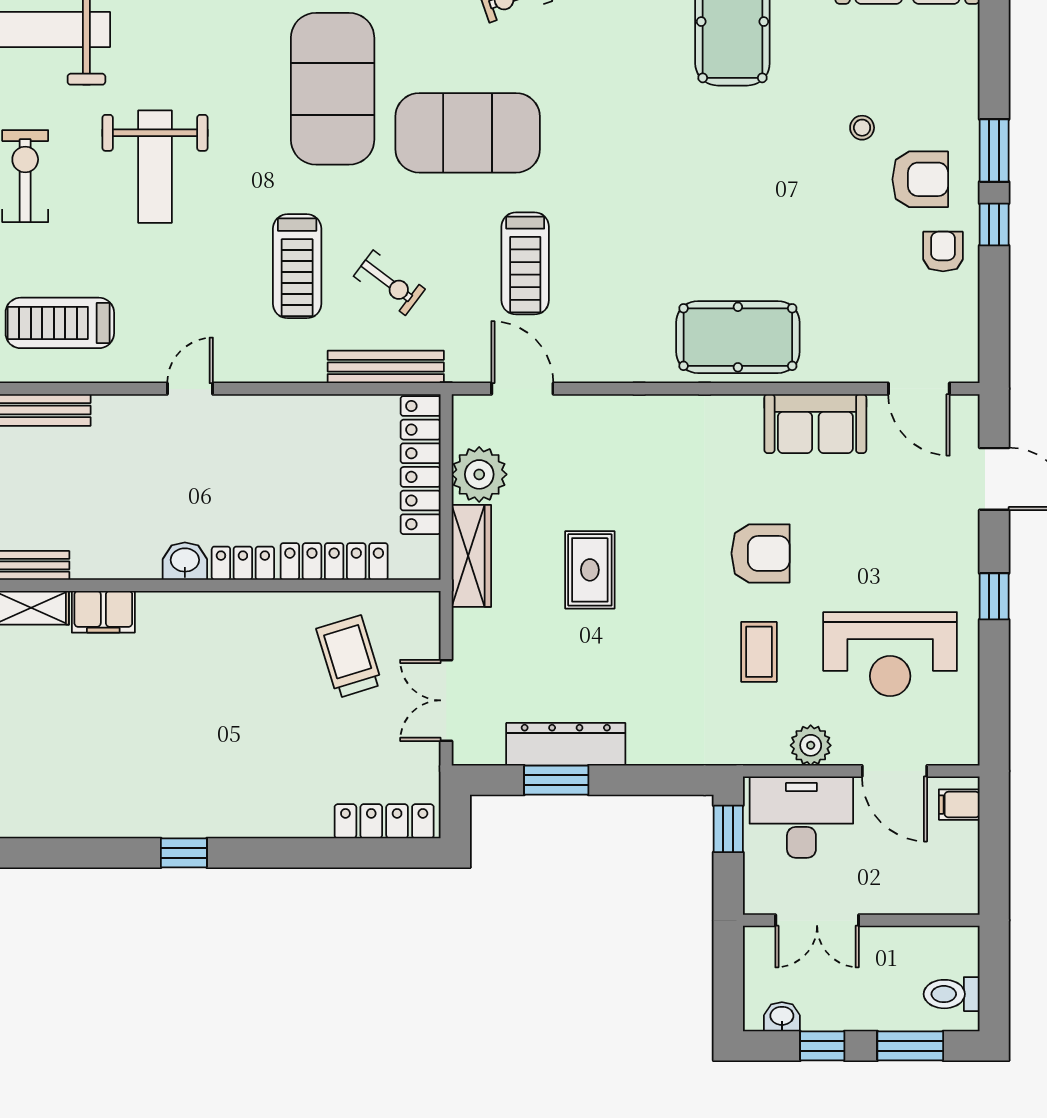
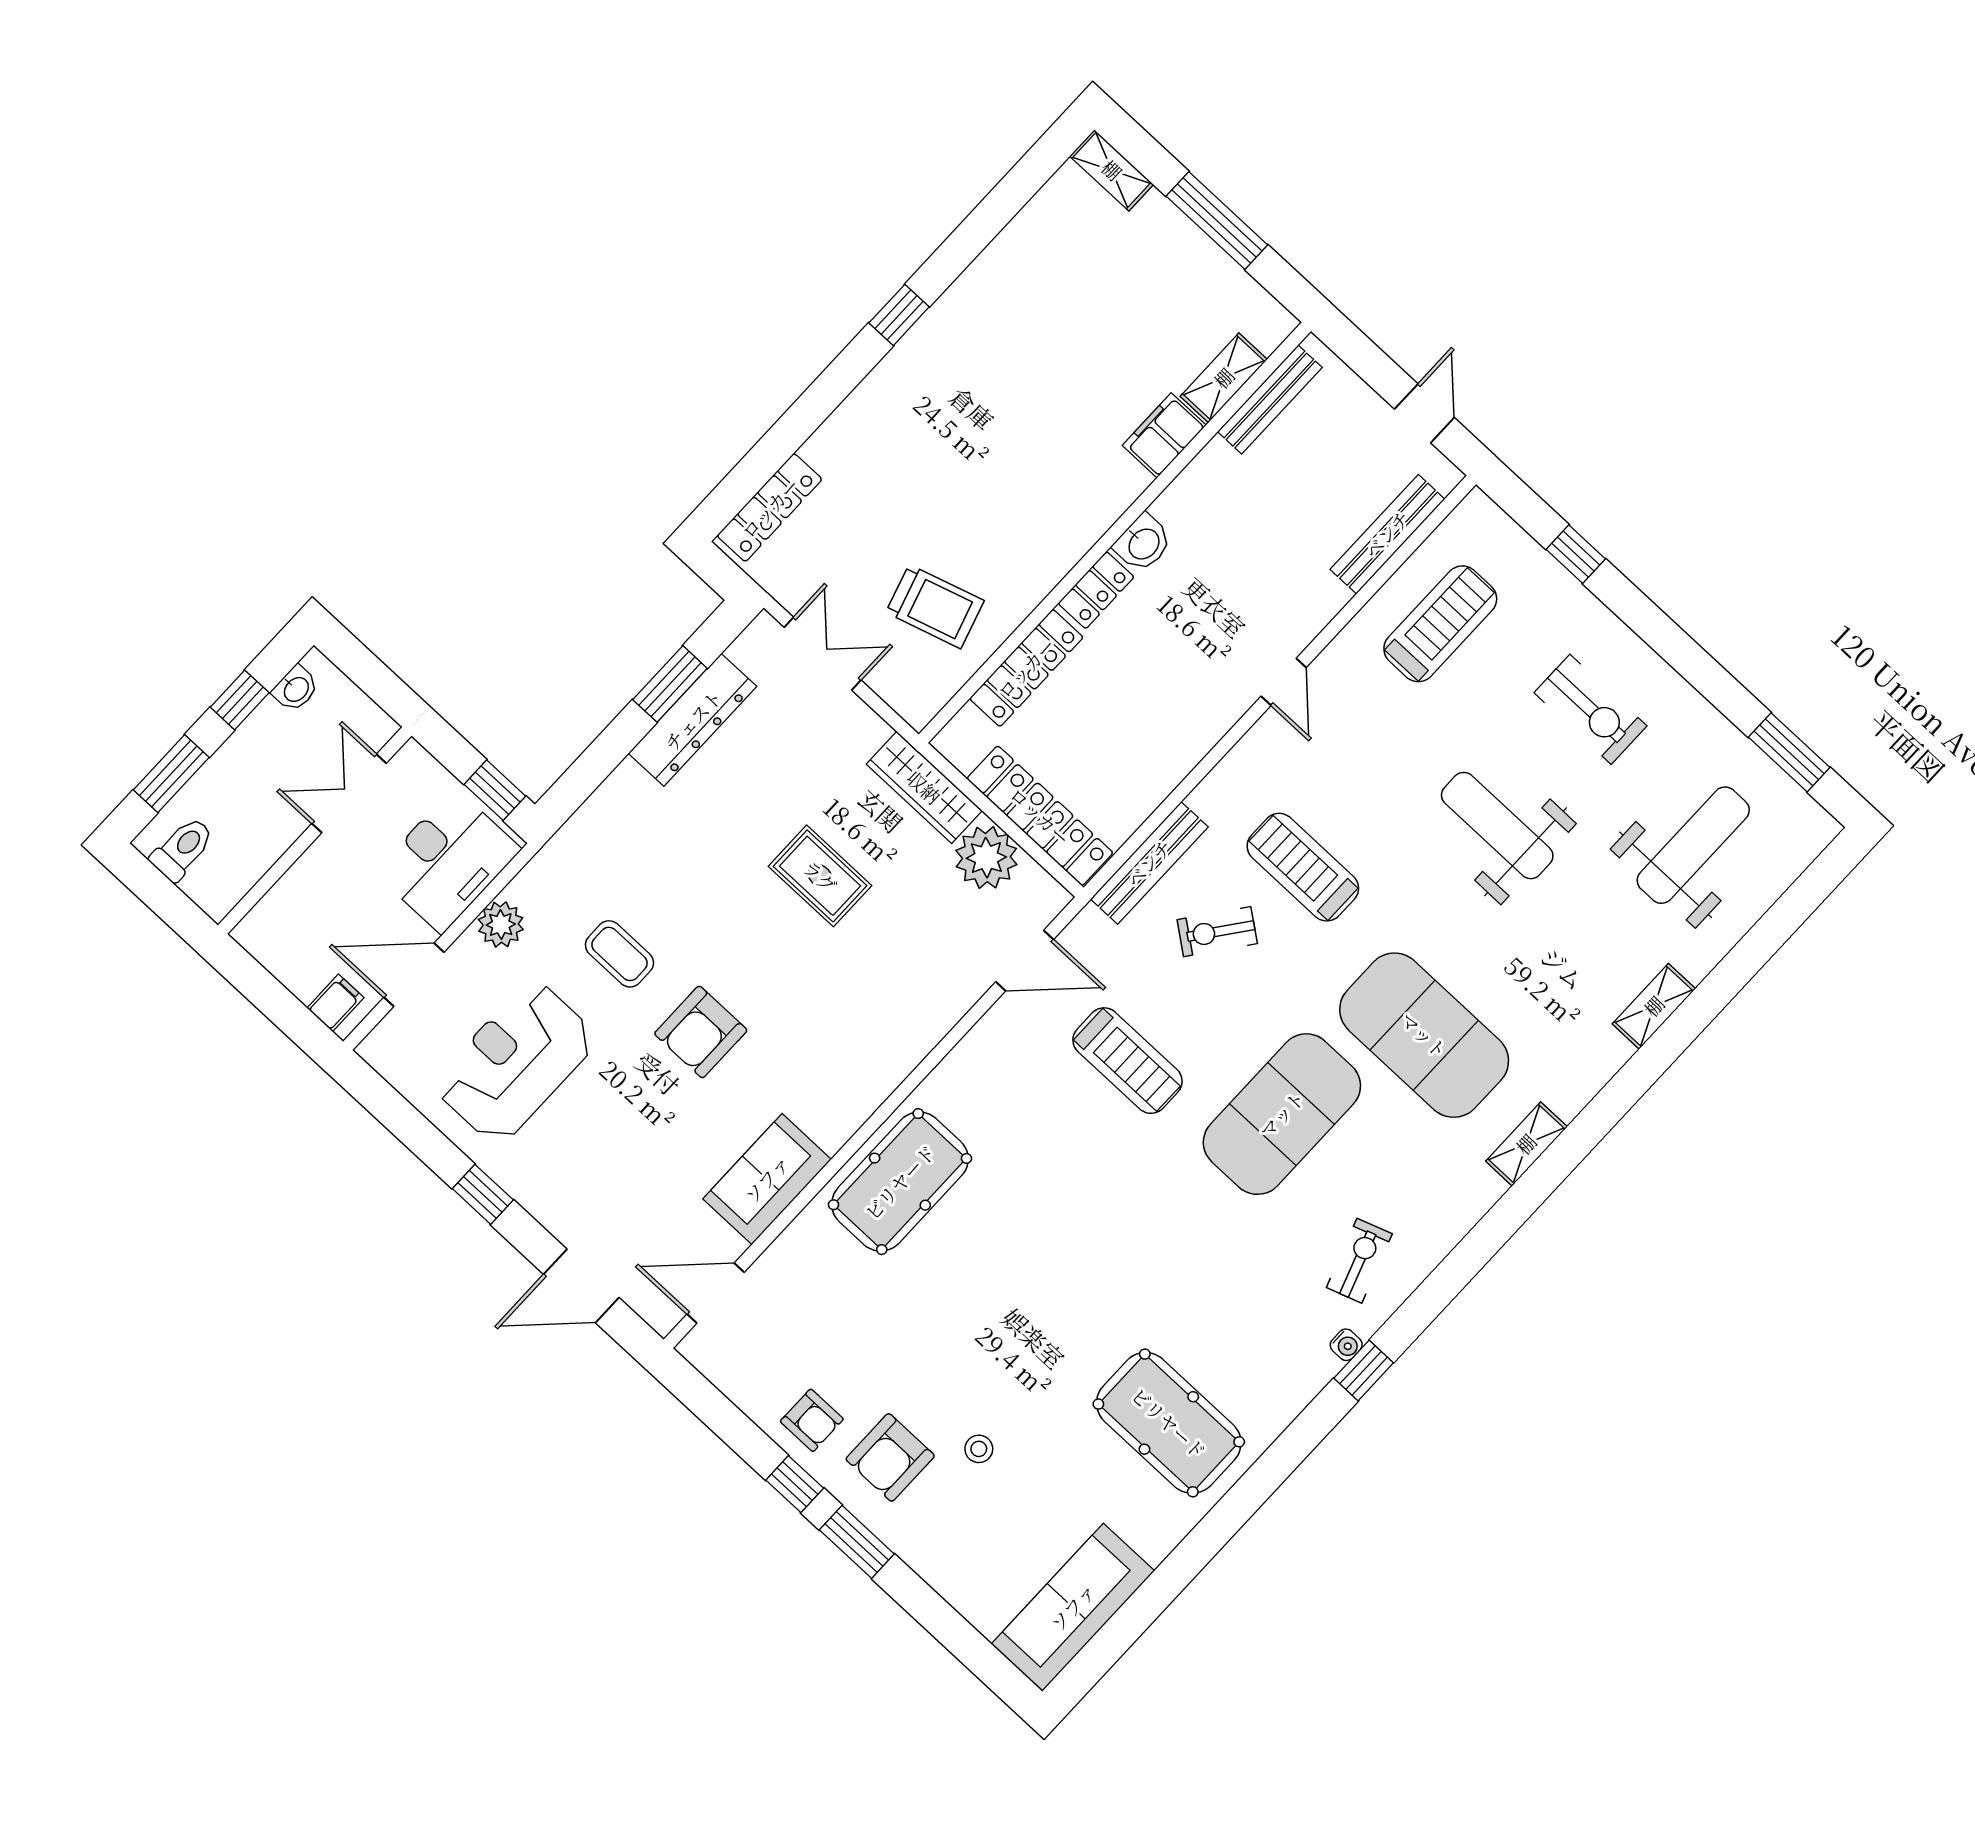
treadmill: (525, 263) -> (1127, 1061), turned 180

